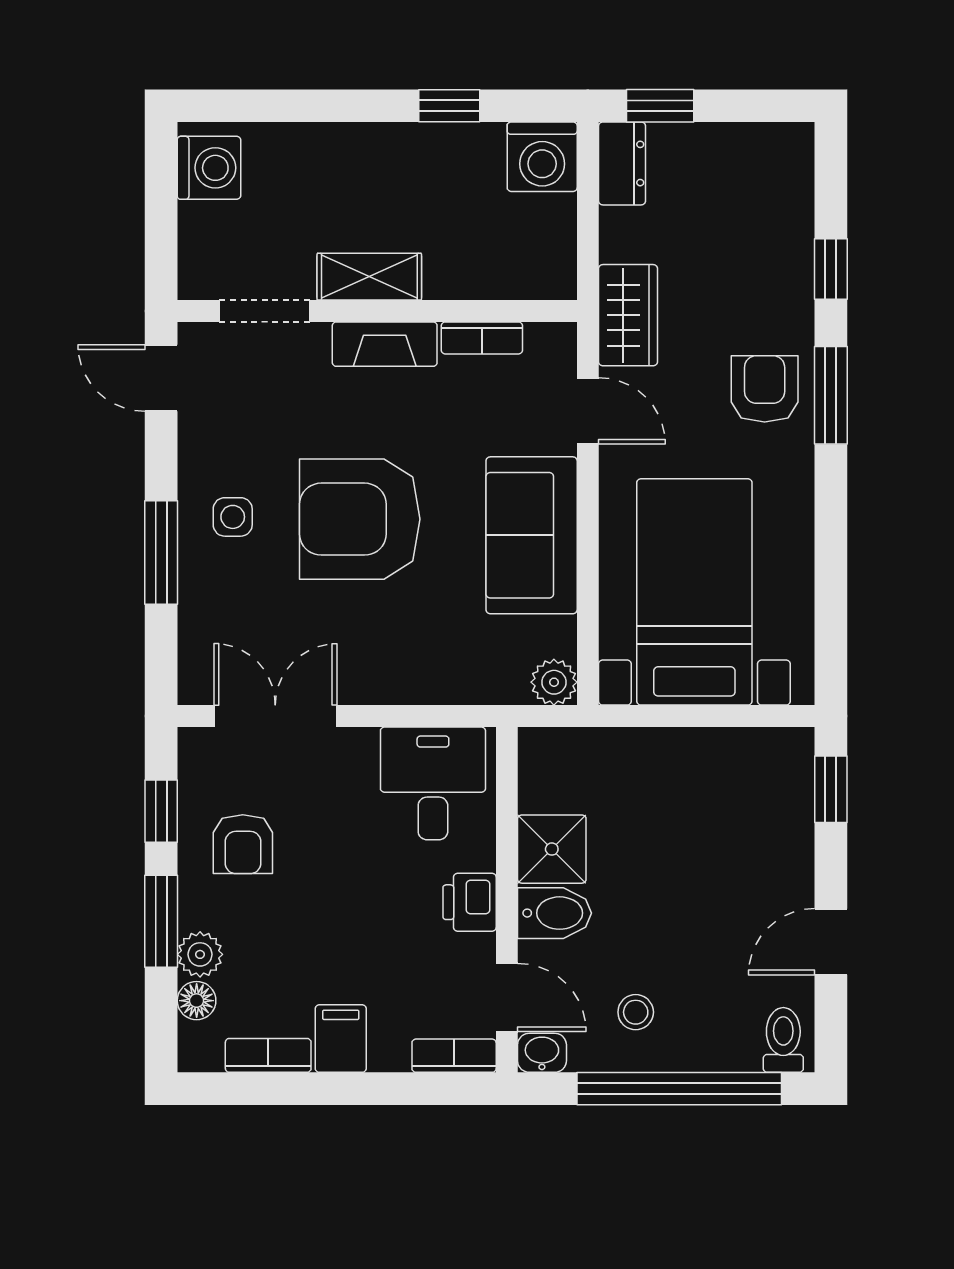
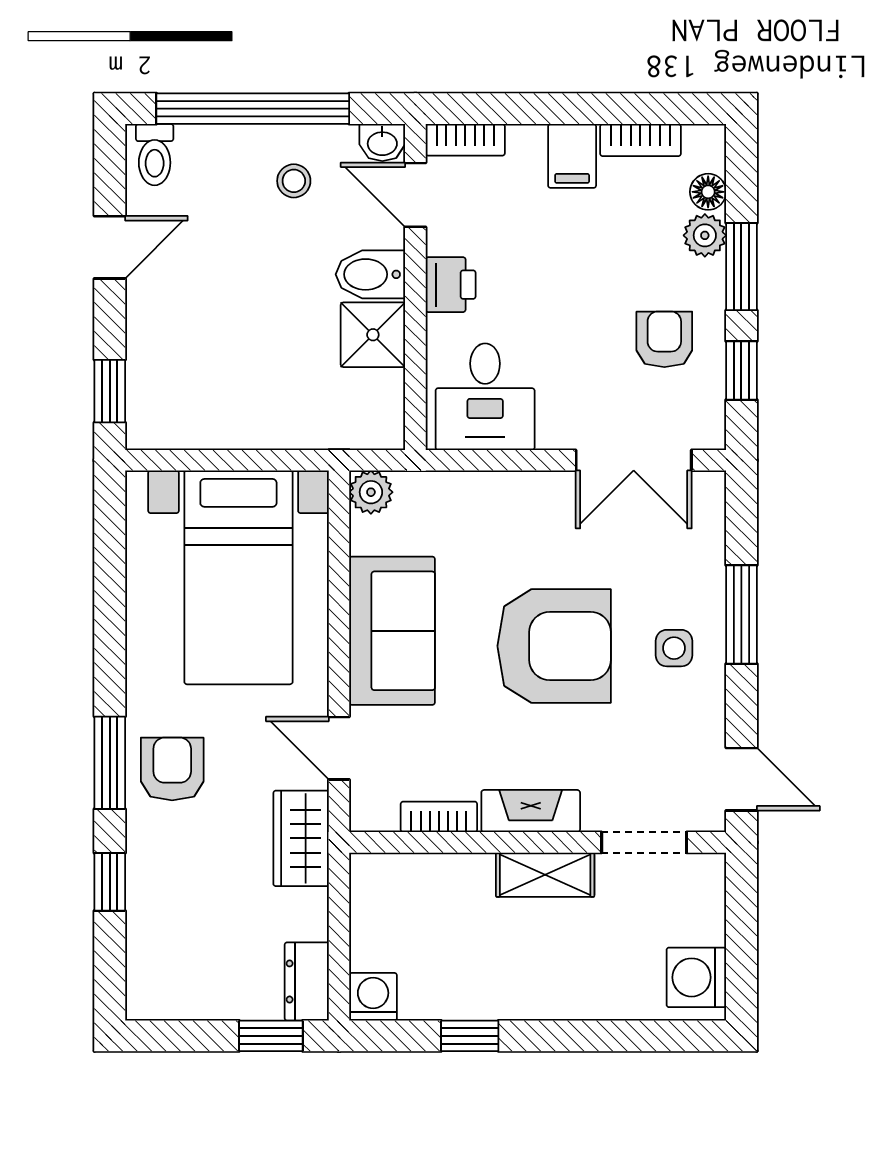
washing machine: (542, 157) -> (373, 997), width x0.73, depth x0.73
armchair: (765, 389) -> (172, 769), turned 180

